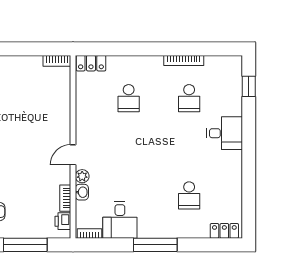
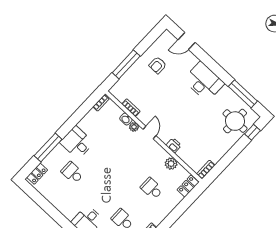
plant: (84, 102) -> (171, 164), added
desk: (120, 220) -> (77, 143), moved
printer: (63, 221) -> (174, 145), moved
window: (155, 245) -> (48, 148), moved

